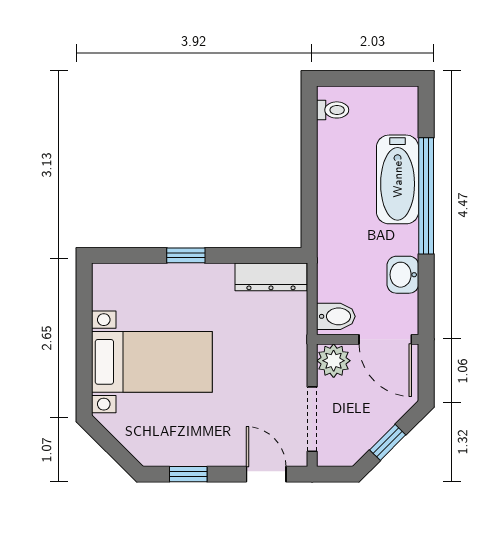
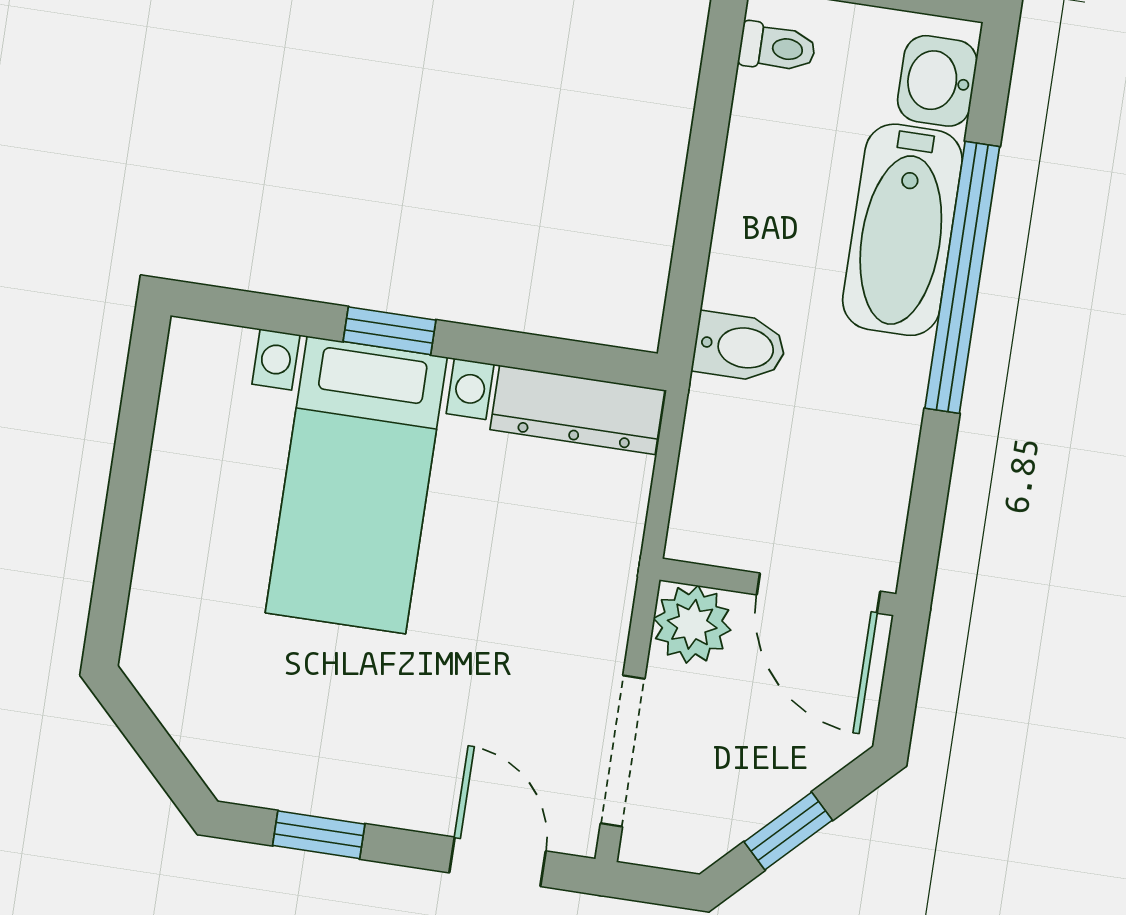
washbasin: (403, 275) -> (937, 81), moved
bidet: (336, 316) -> (739, 347), moved
bed with nightstands: (152, 362) -> (356, 485), moved, turned 90

